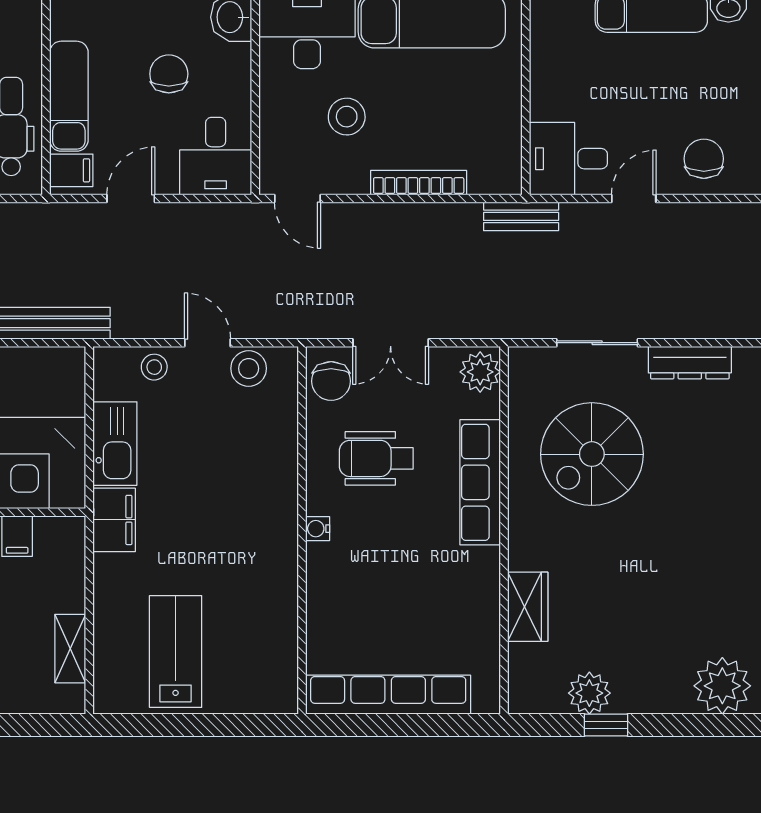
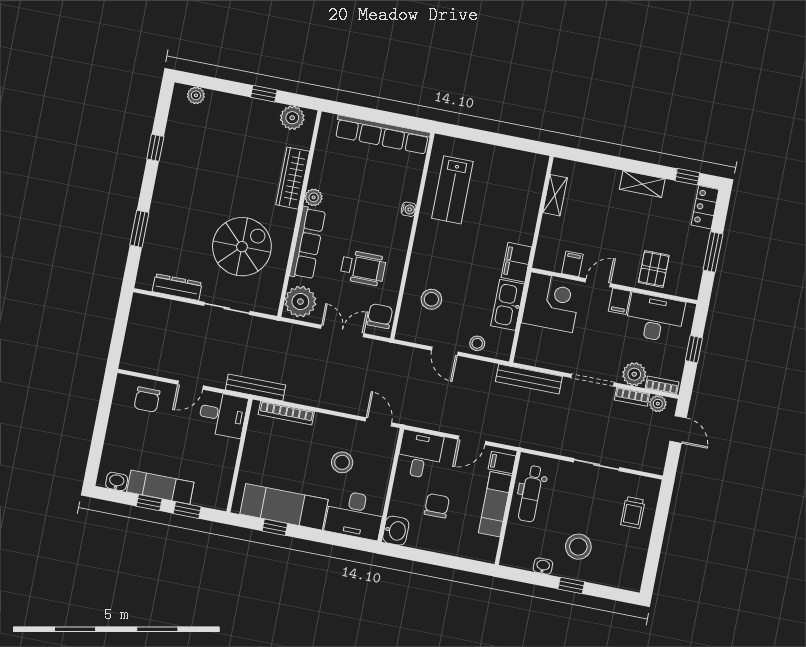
chair: (169, 74) -> (437, 506), turned 180
bookcase: (419, 183) -> (286, 413), moved
bench: (521, 216) -> (255, 387), width x1.36
stool: (249, 368) -> (431, 299), moved
plant: (480, 372) -> (300, 302), width x1.36, depth x1.36
water cooler: (318, 529) -> (409, 209), moved
plant: (485, 563) -> (314, 197), added
wardrobe: (528, 607) -> (293, 178), width x1.50
lab bench: (176, 651) -> (452, 190), moved
plant: (722, 686) -> (196, 95), width x0.53, depth x0.53
plant: (589, 693) -> (292, 118), moved

